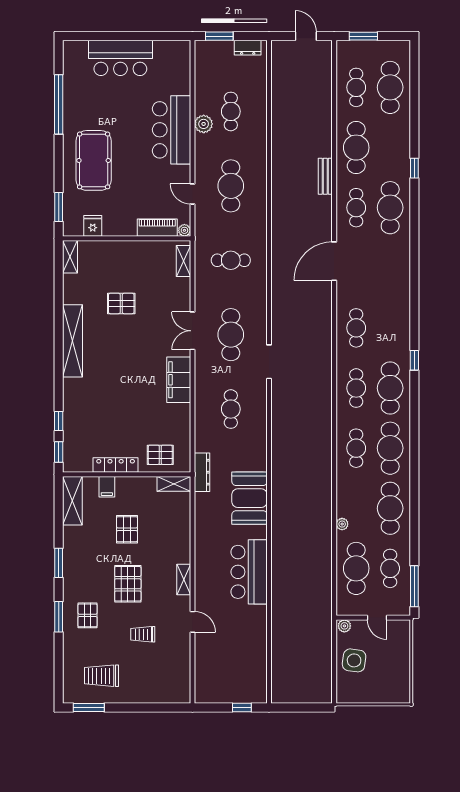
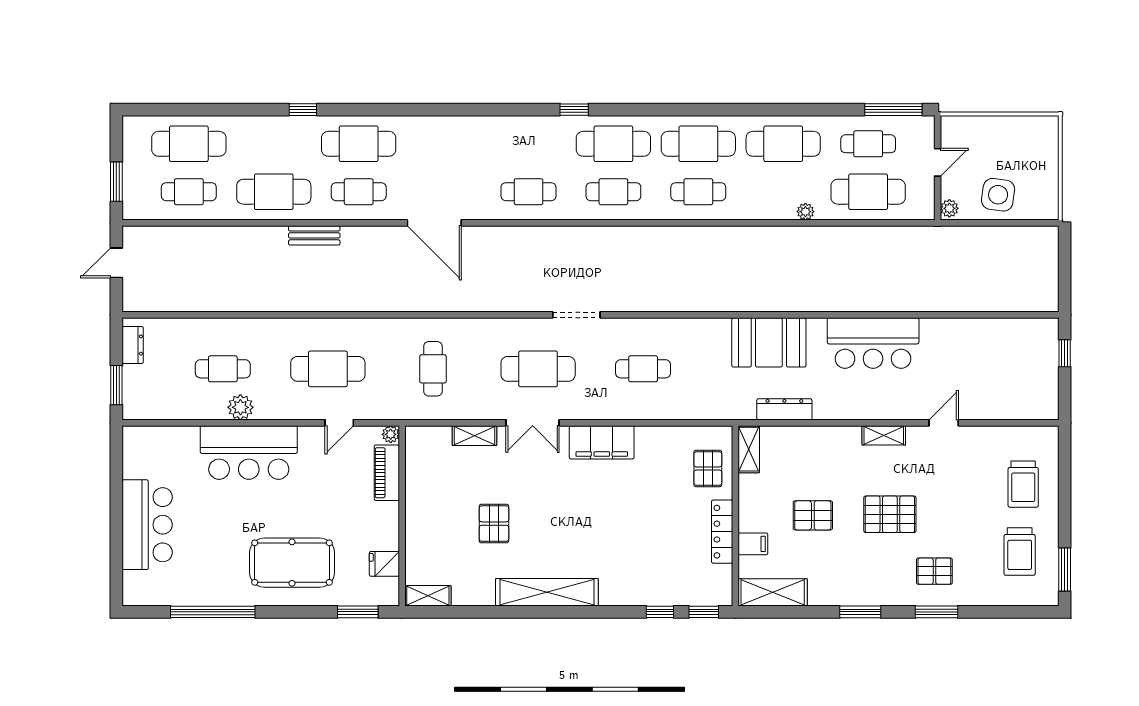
shelving: (184, 261) -> (474, 436), moved
dresser: (202, 472) -> (784, 409), moved
trolley: (143, 634) -> (1023, 484), moved, width x1.36, depth x1.39

